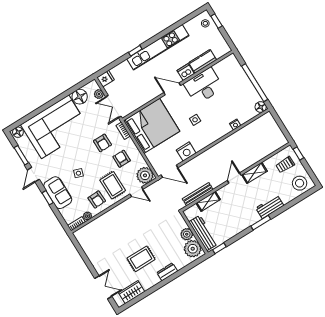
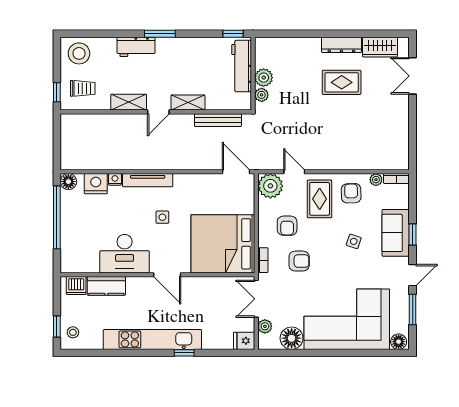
dishwasher: (186, 72) -> (76, 286), moved
double door: (113, 107) -> (256, 299), swing flipped
tv unit: (216, 136) -> (148, 180), added
armchair: (102, 143) -> (299, 261), turned 90
nightstand: (186, 152) -> (96, 184), moved
shelving: (208, 201) -> (188, 103), moved
plant: (193, 249) -> (262, 95), moved, width x0.53, depth x0.53
dresser: (167, 272) -> (341, 45), moved, width x1.44

